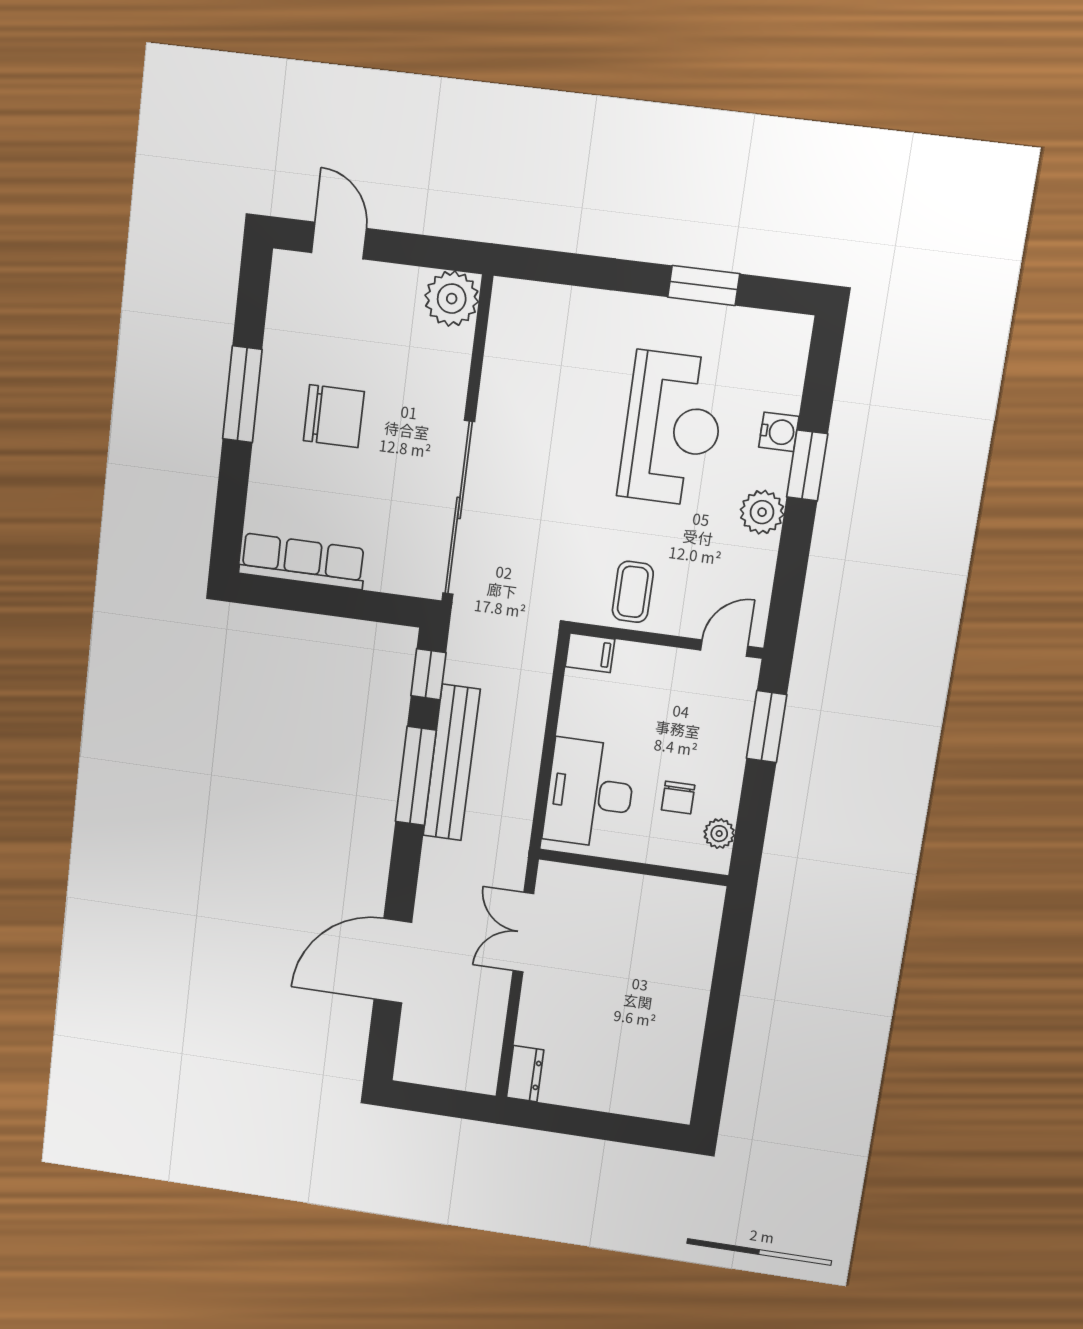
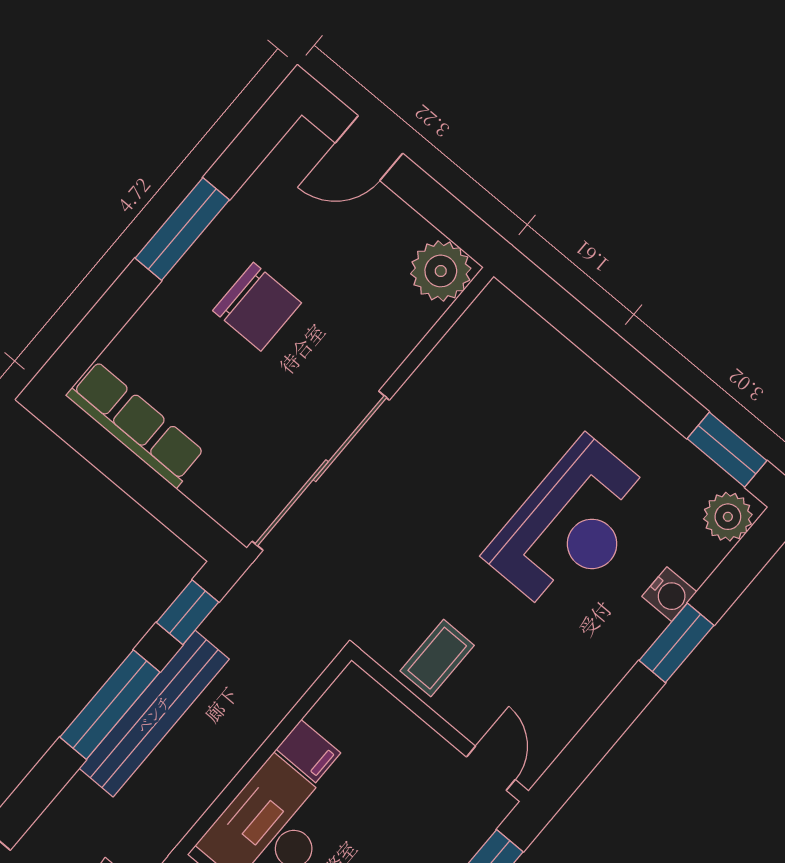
door: (339, 240) -> (369, 148), swing flipped
window: (704, 285) -> (727, 450), moved
plant: (762, 512) -> (728, 517), moved
door: (724, 648) -> (491, 768), hinge flipped
filing cabinet: (590, 653) -> (308, 751), moved

